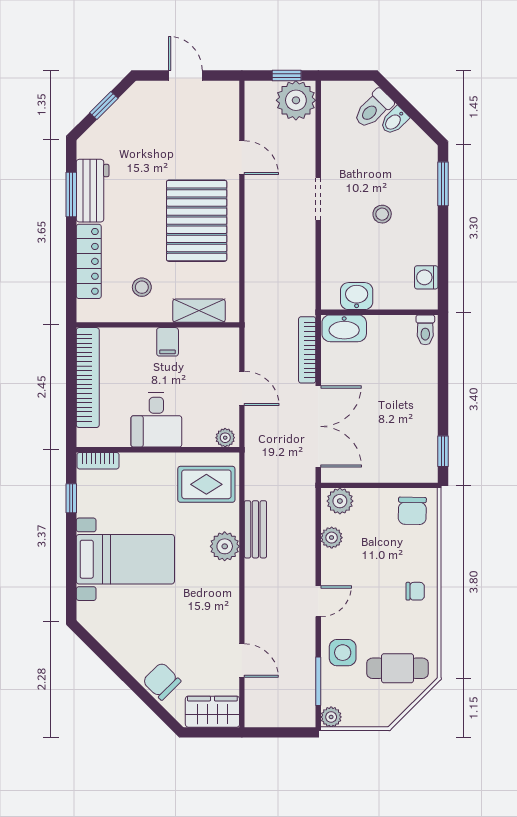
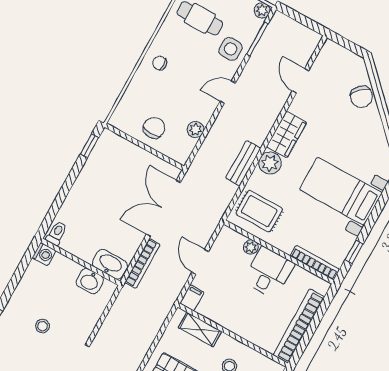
washing machine: (426, 277) -> (44, 254), moved
filing cabinet: (168, 342) -> (192, 298), moved
plant: (225, 438) -> (251, 247), moved
bookcase: (98, 461) -> (315, 263), width x1.56
plant: (340, 501) -> (176, 151), removed
chair: (412, 511) -> (154, 128), moved
wardrobe: (212, 712) -> (287, 134), moved, turned -90

